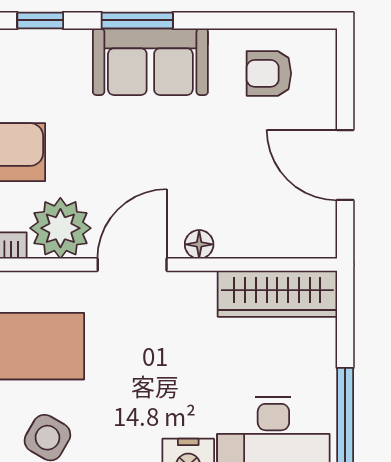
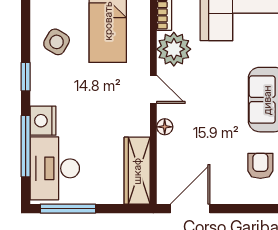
door: (345, 165) -> (190, 209), moved
door: (132, 265) -> (153, 89), width x0.73

